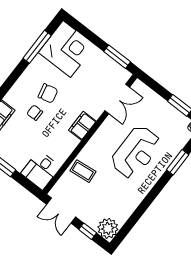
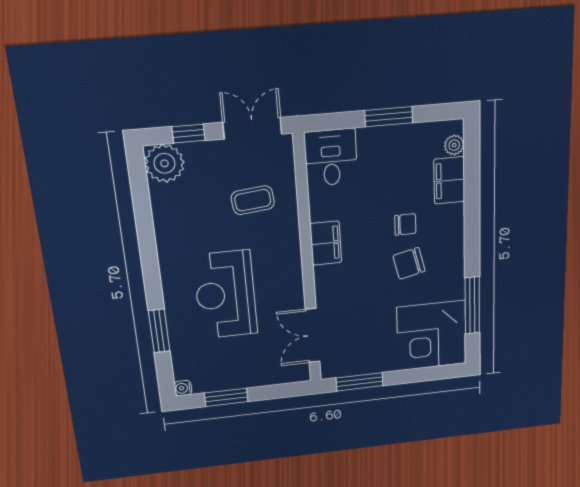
filing cabinet: (82, 126) -> (326, 243), moved
coffee table: (83, 171) -> (253, 200), moved

